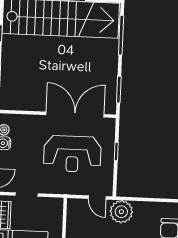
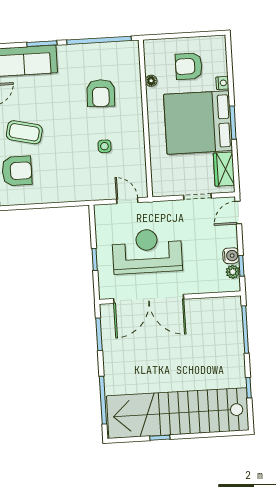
door: (97, 197) -> (127, 201), moved
plant: (121, 212) -> (81, 187), removed

